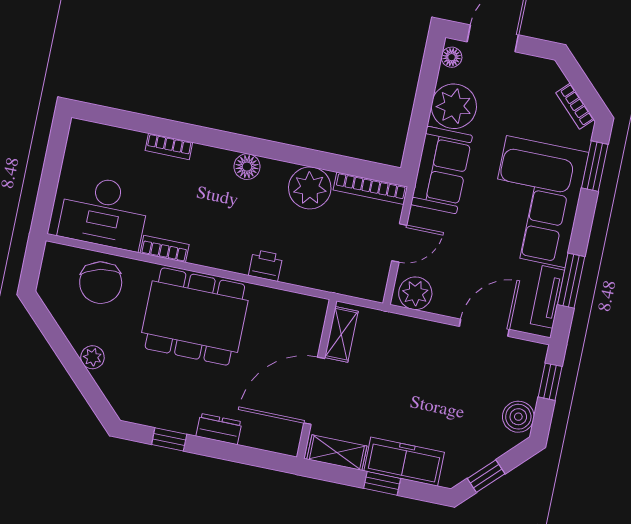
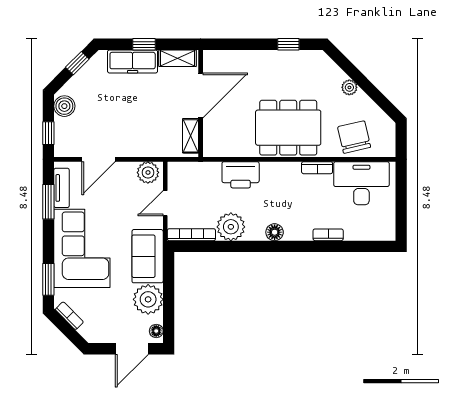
printer: (266, 265) -> (241, 175), width x1.87, depth x1.48
dresser: (219, 429) -> (257, 58), removed

